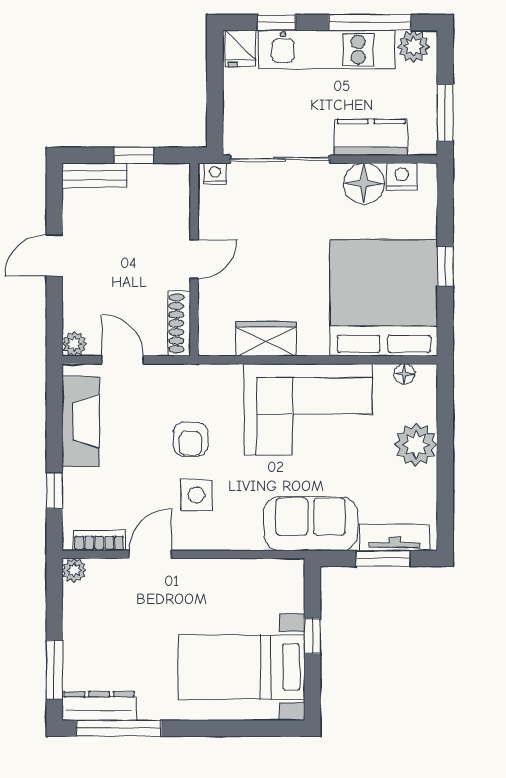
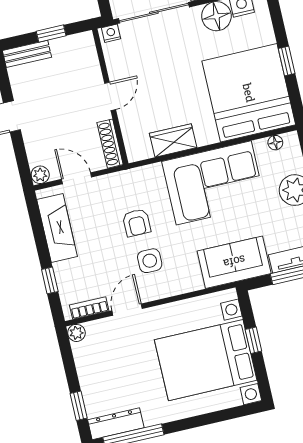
bed with nightstands: (241, 667) -> (206, 360), width x1.36
window: (54, 670) -> (79, 406), width x0.67

